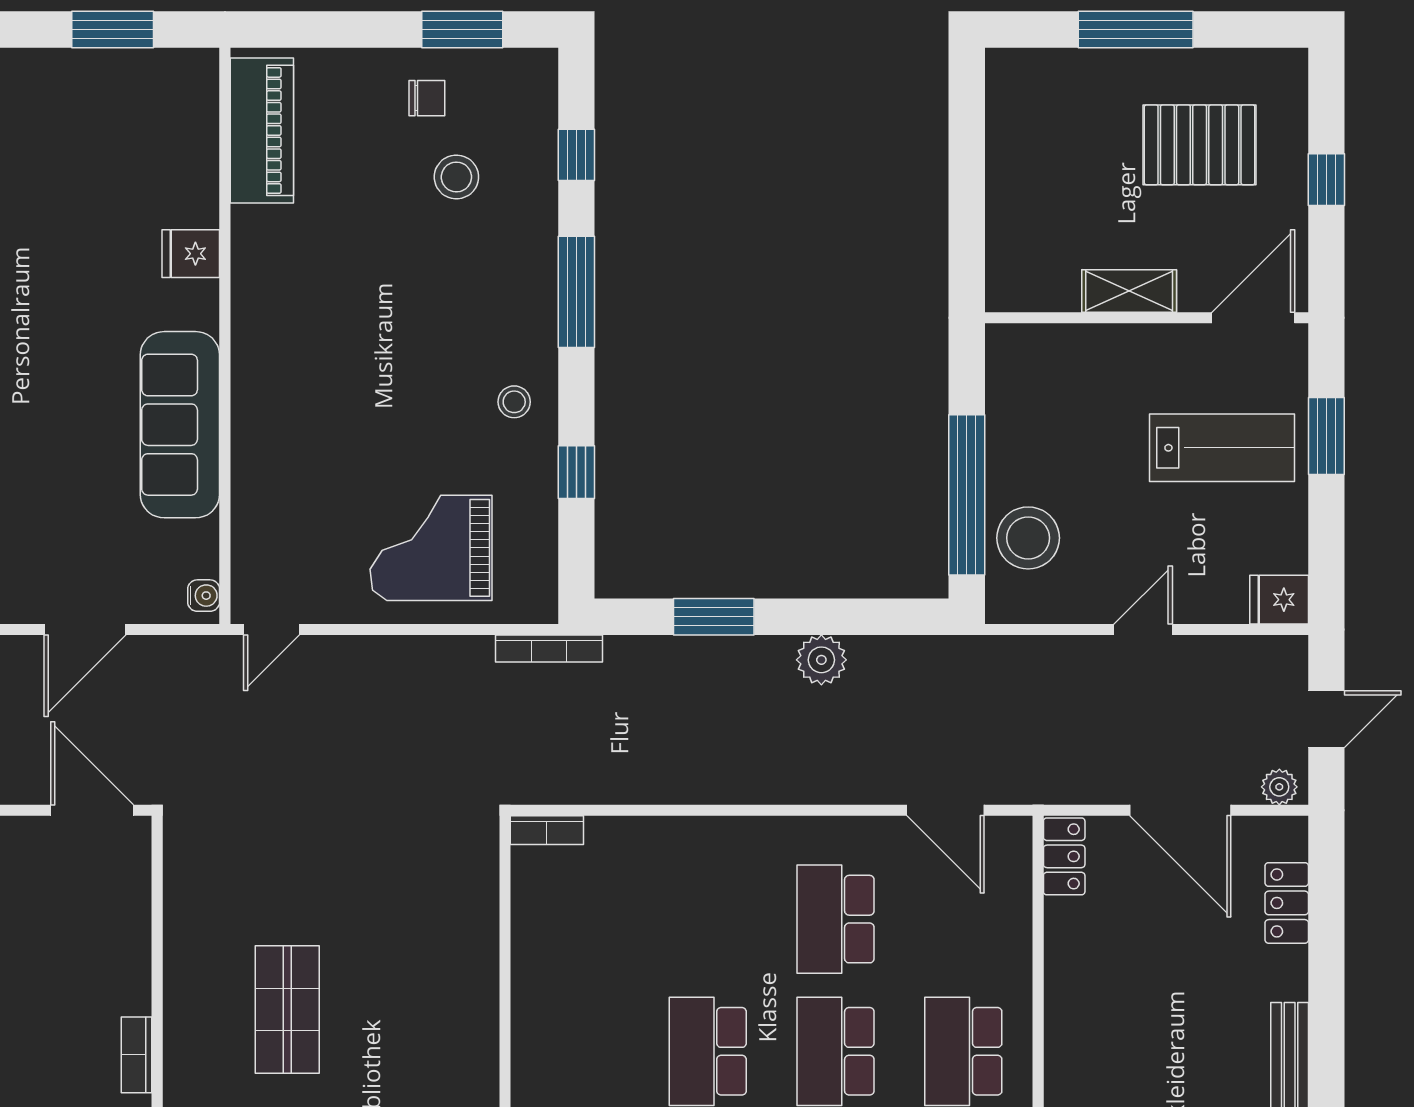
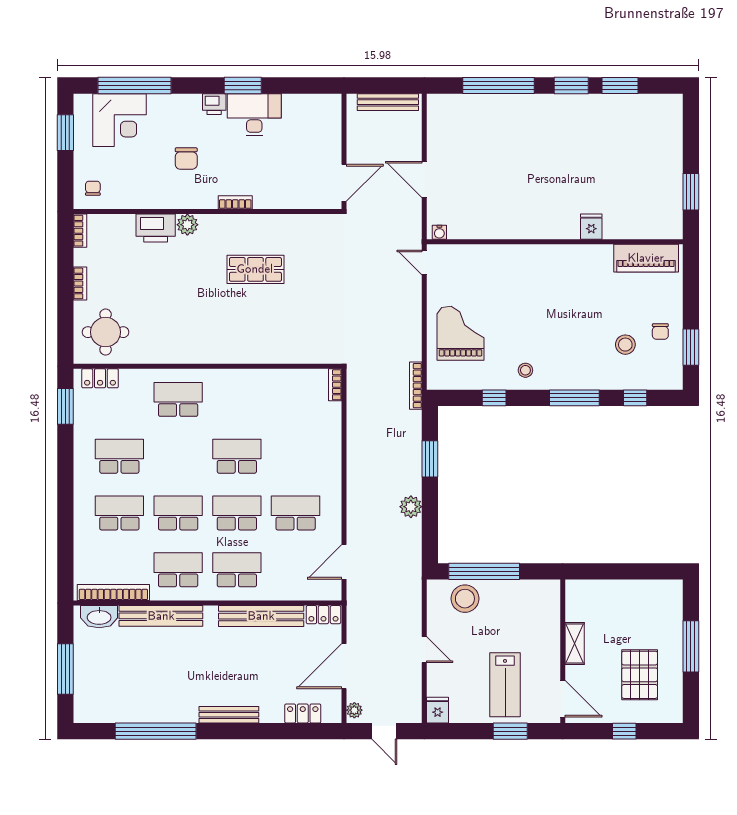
sofa: (180, 425) -> (515, 222), removed
bench: (1067, 997) -> (261, 616), added

